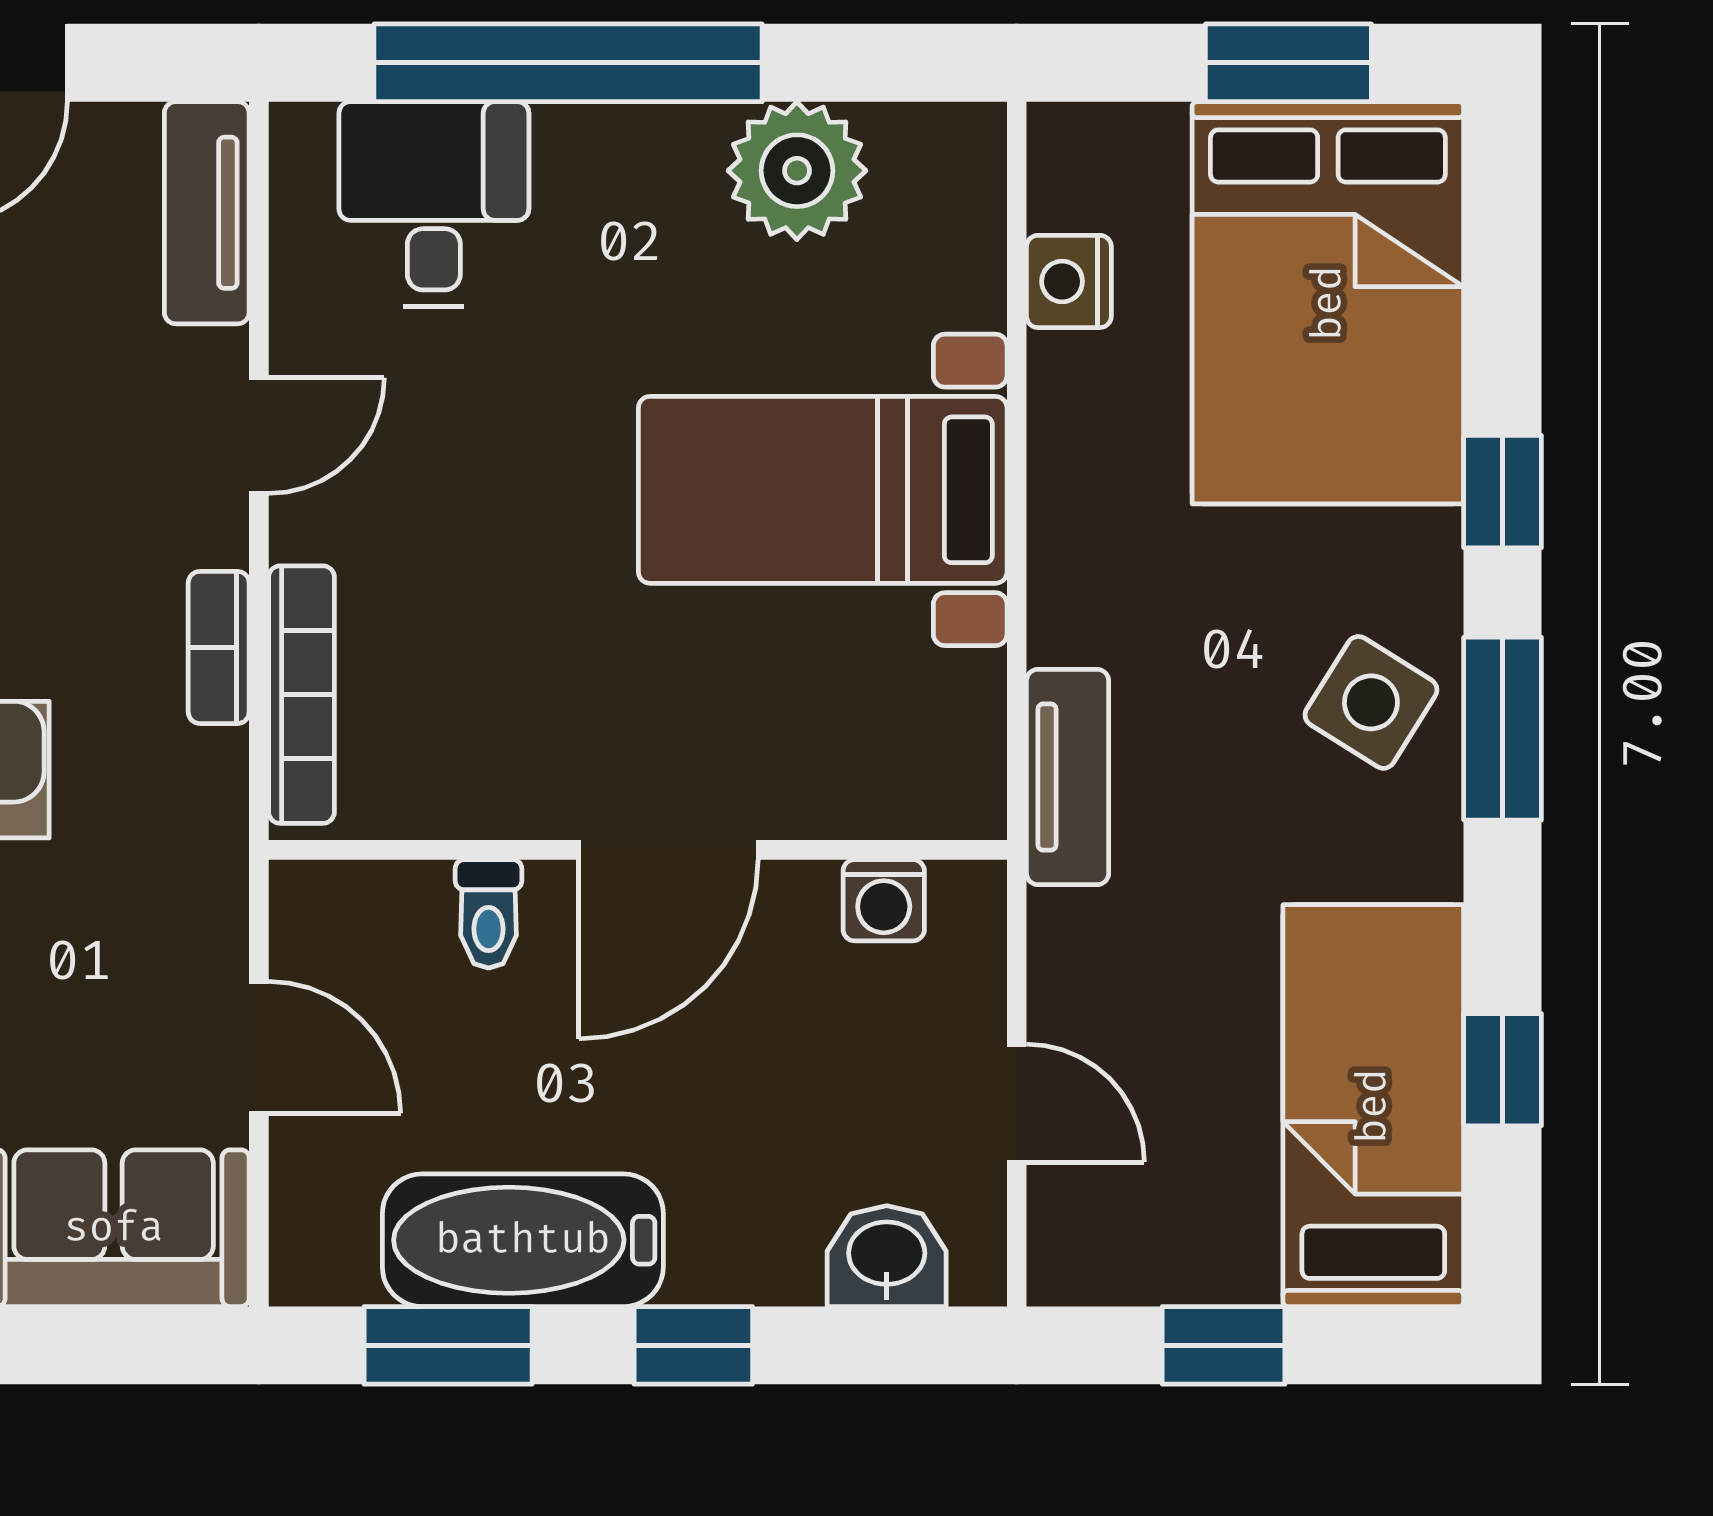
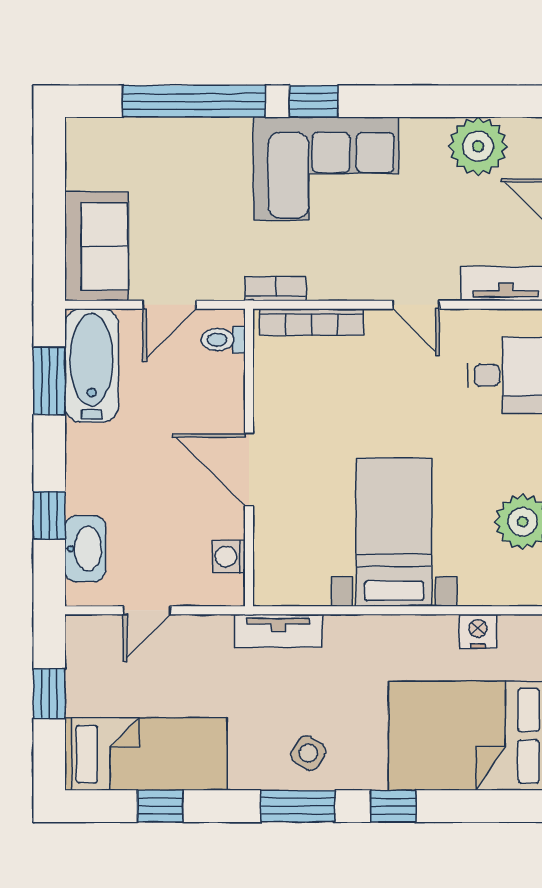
bookcase: (219, 647) -> (276, 289), moved
side table: (1371, 702) -> (308, 753), width x0.73, depth x0.73
toilet: (489, 914) -> (223, 340), moved
bathtub: (523, 1240) -> (92, 365), moved
washbasin: (887, 1256) -> (85, 549), width x1.38
window: (693, 1345) -> (49, 515), moved

